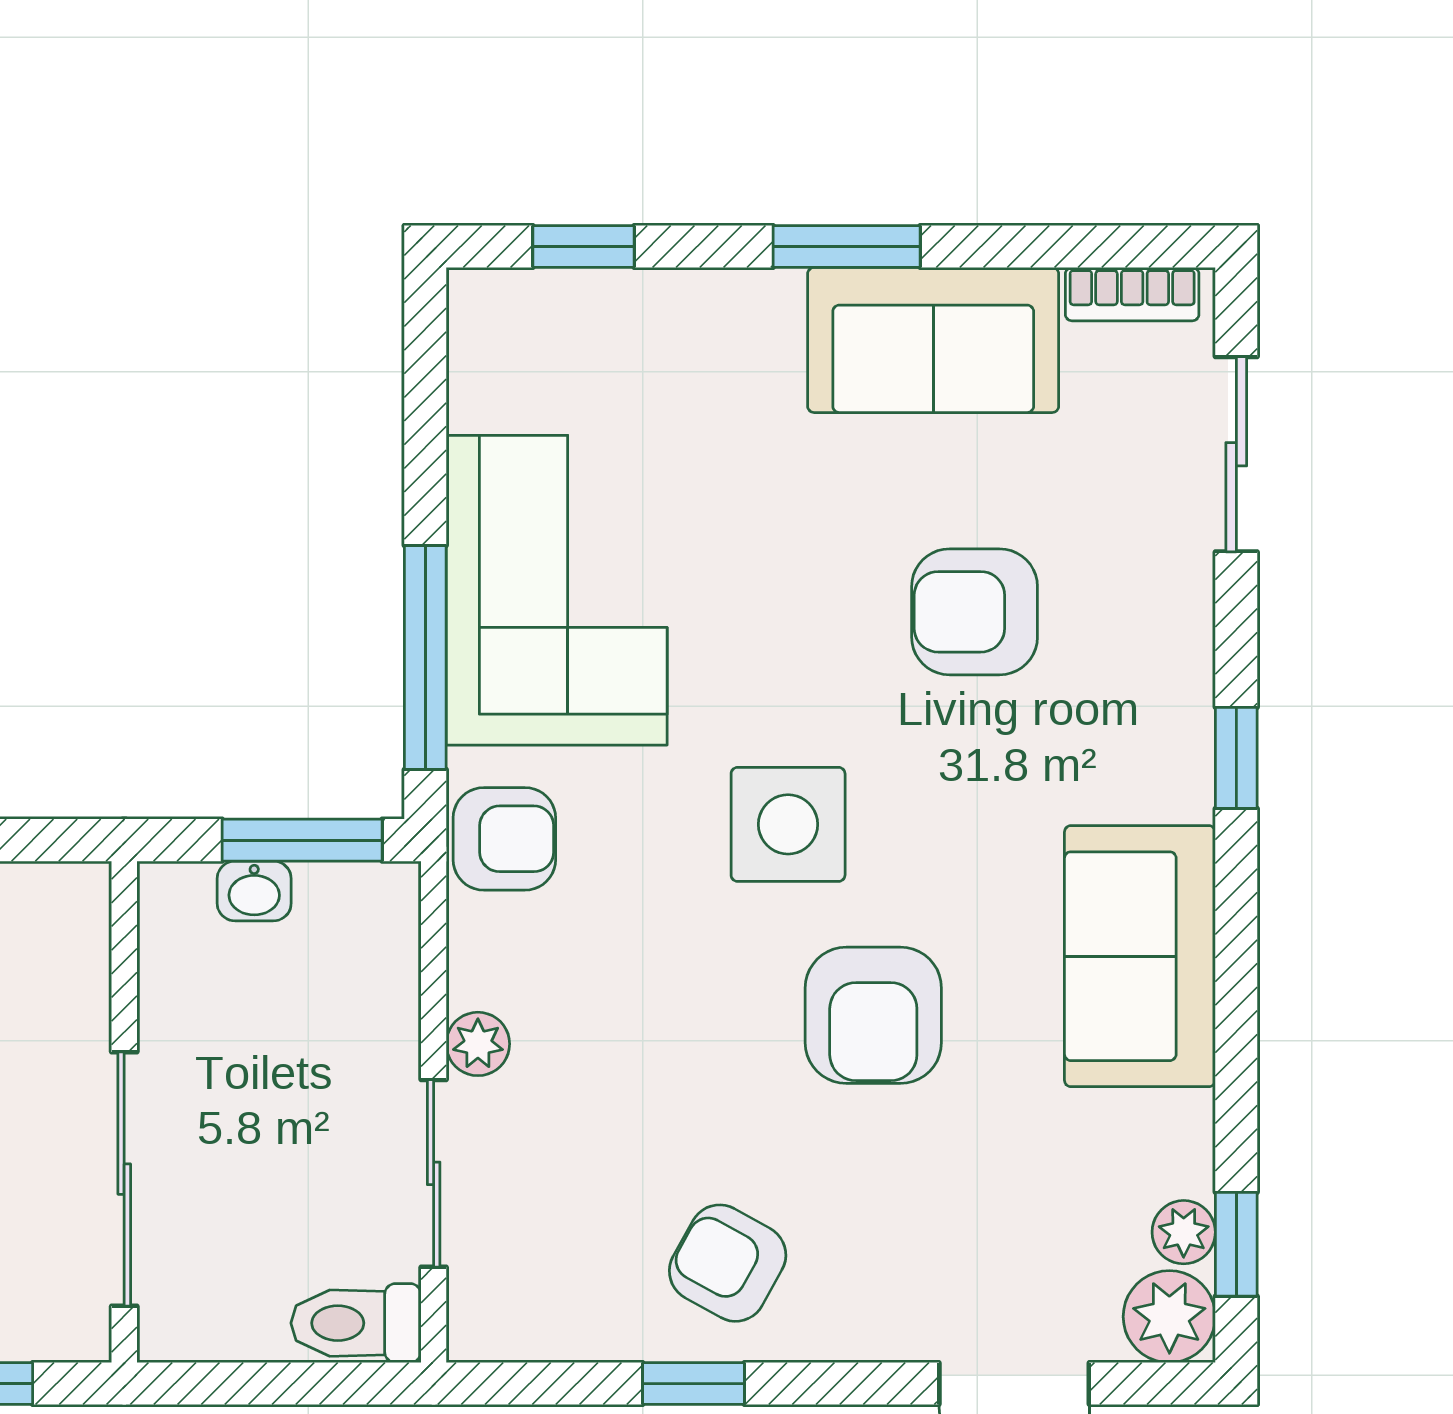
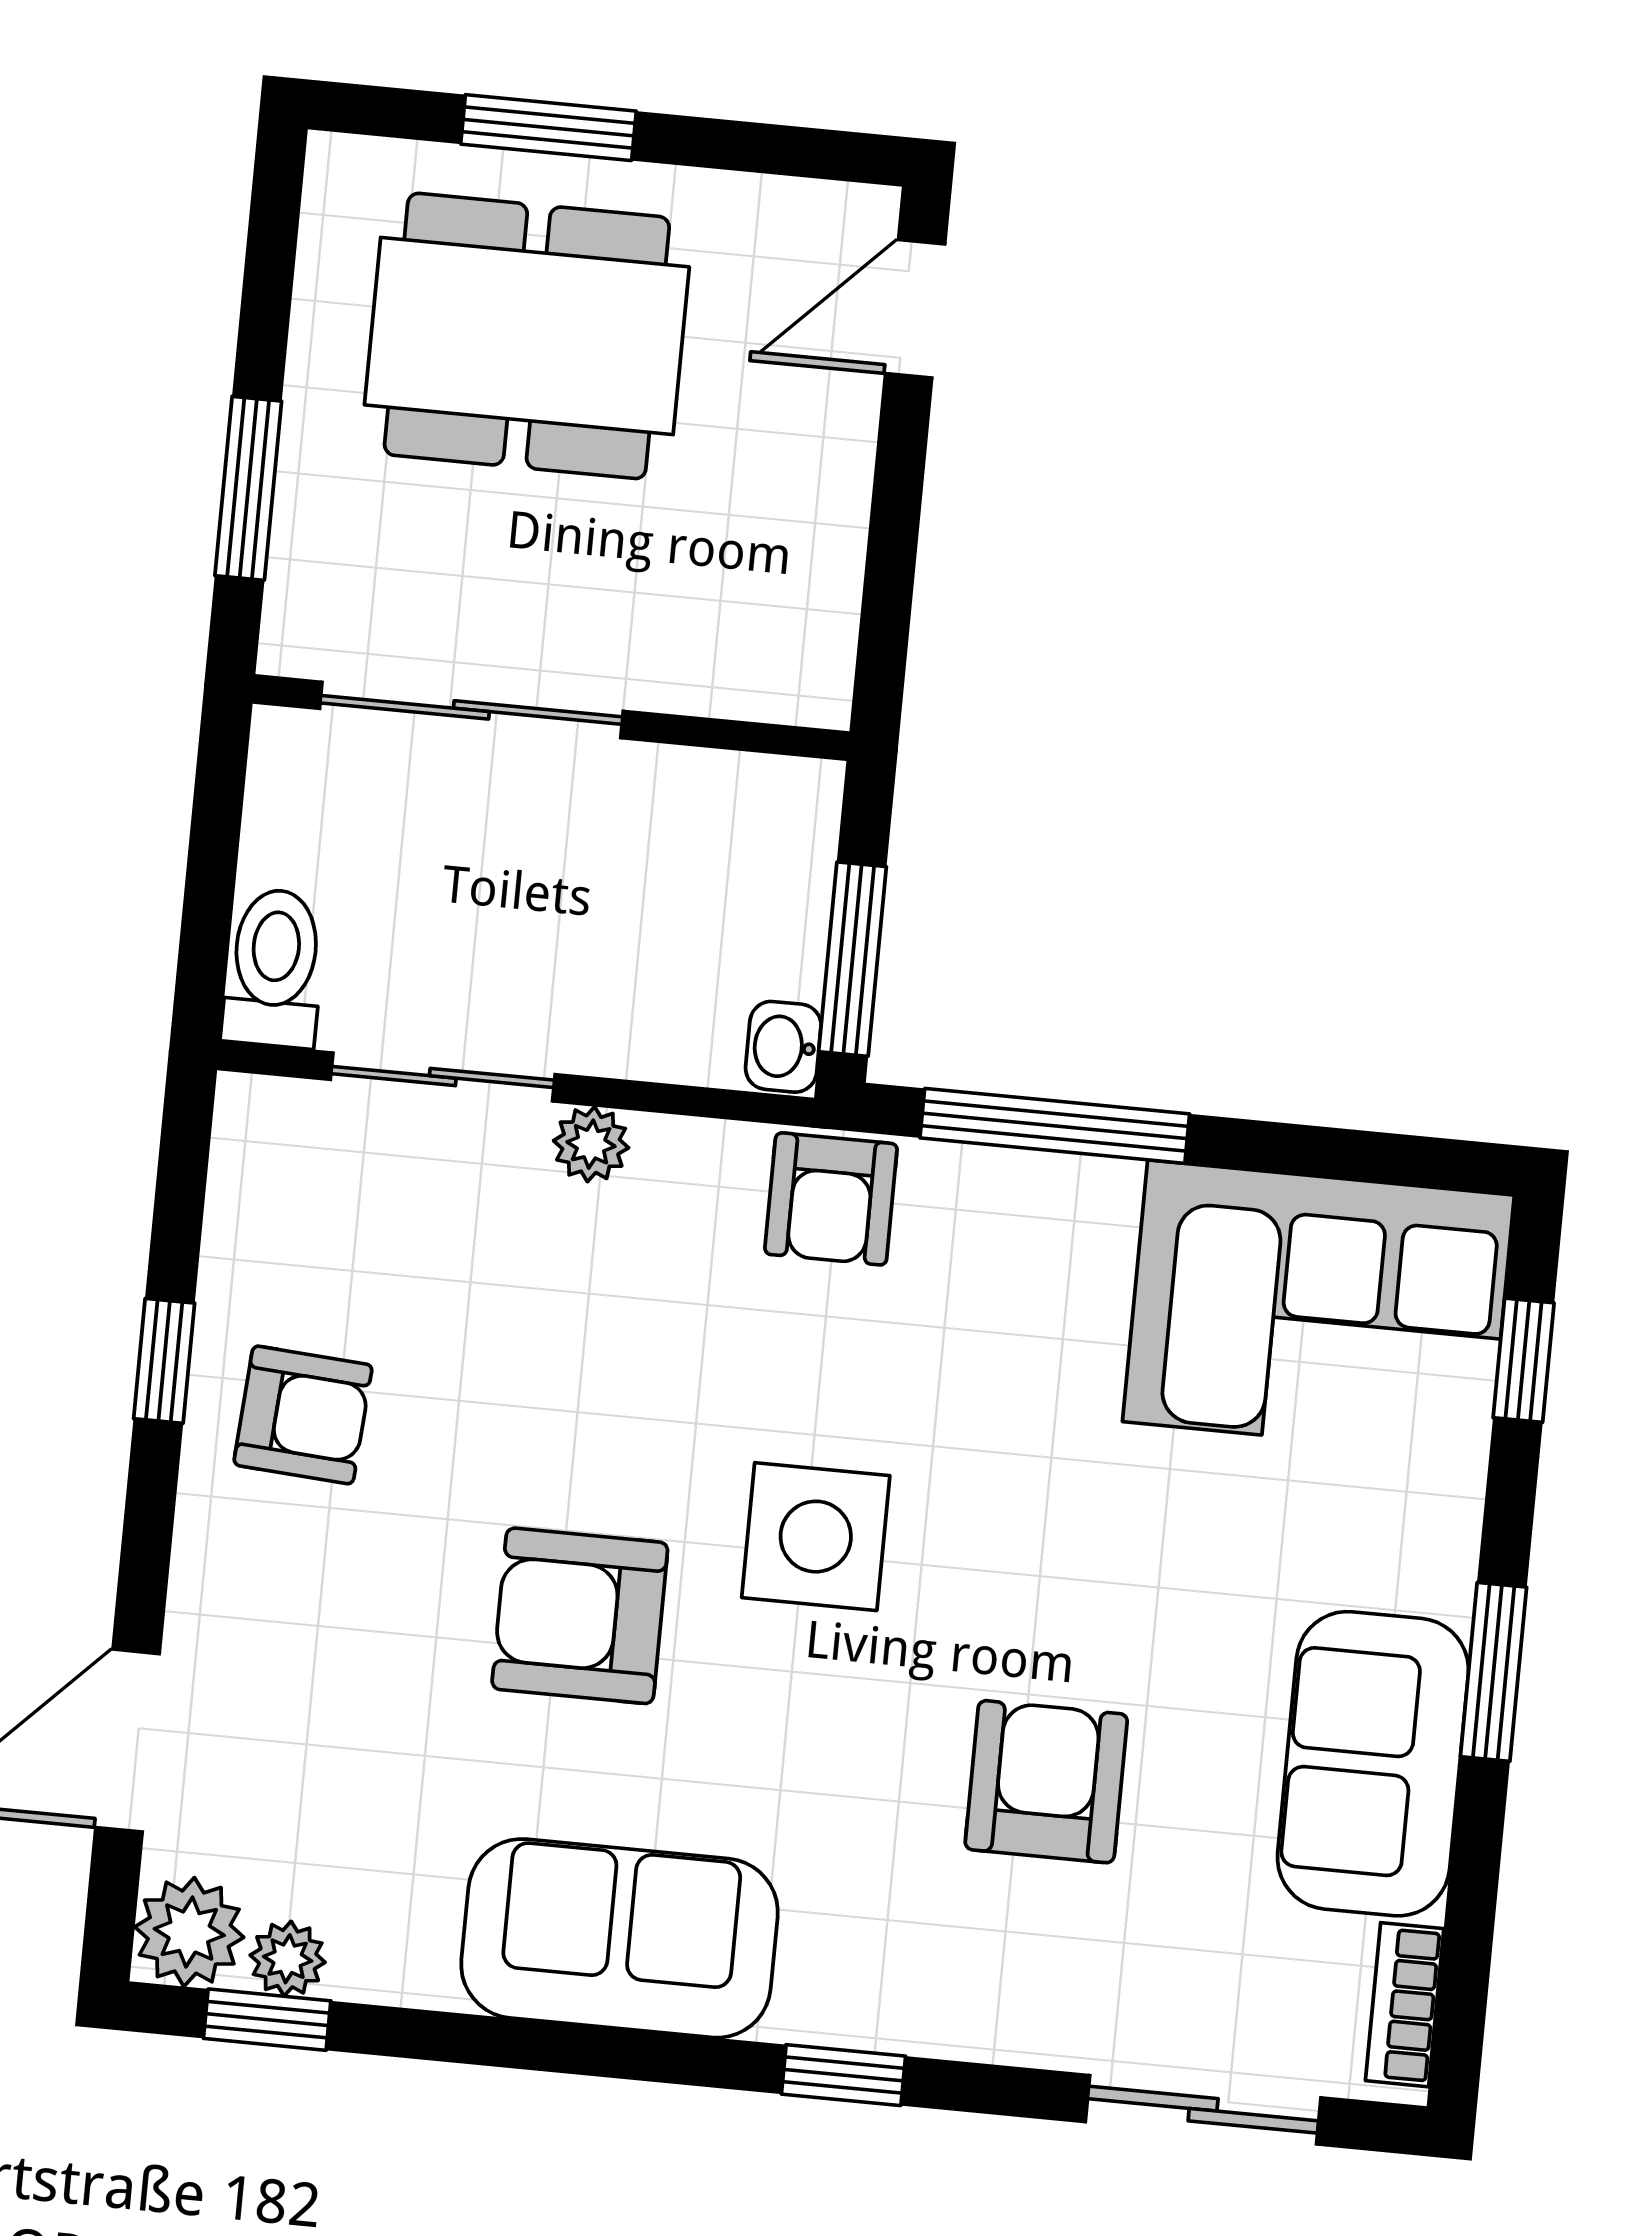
corner sofa: (557, 590) -> (1318, 1308), moved
washbasin: (254, 891) -> (783, 1047), moved
armchair: (728, 1263) -> (303, 1415), turned 65

